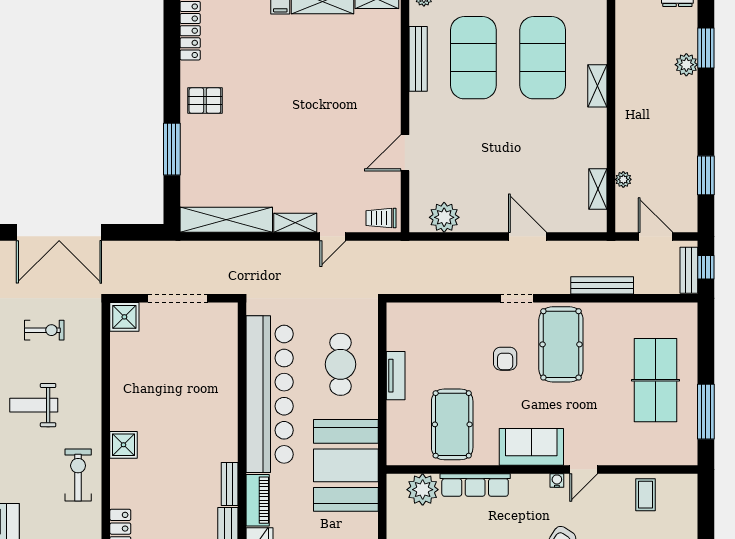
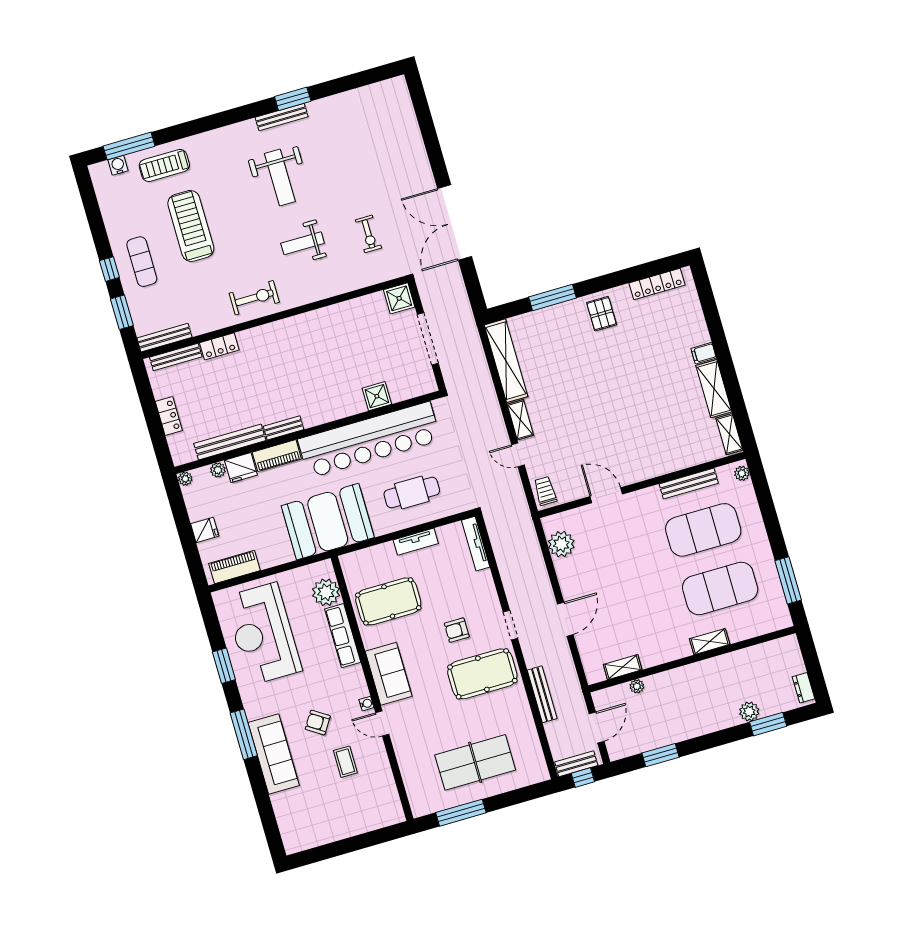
tv unit: (416, 311) -> (476, 544), added
weight bench: (34, 405) -> (303, 243), turned -90
shower: (123, 445) -> (377, 396), moved
coffee table: (646, 495) -> (345, 762), moved, turned 90

